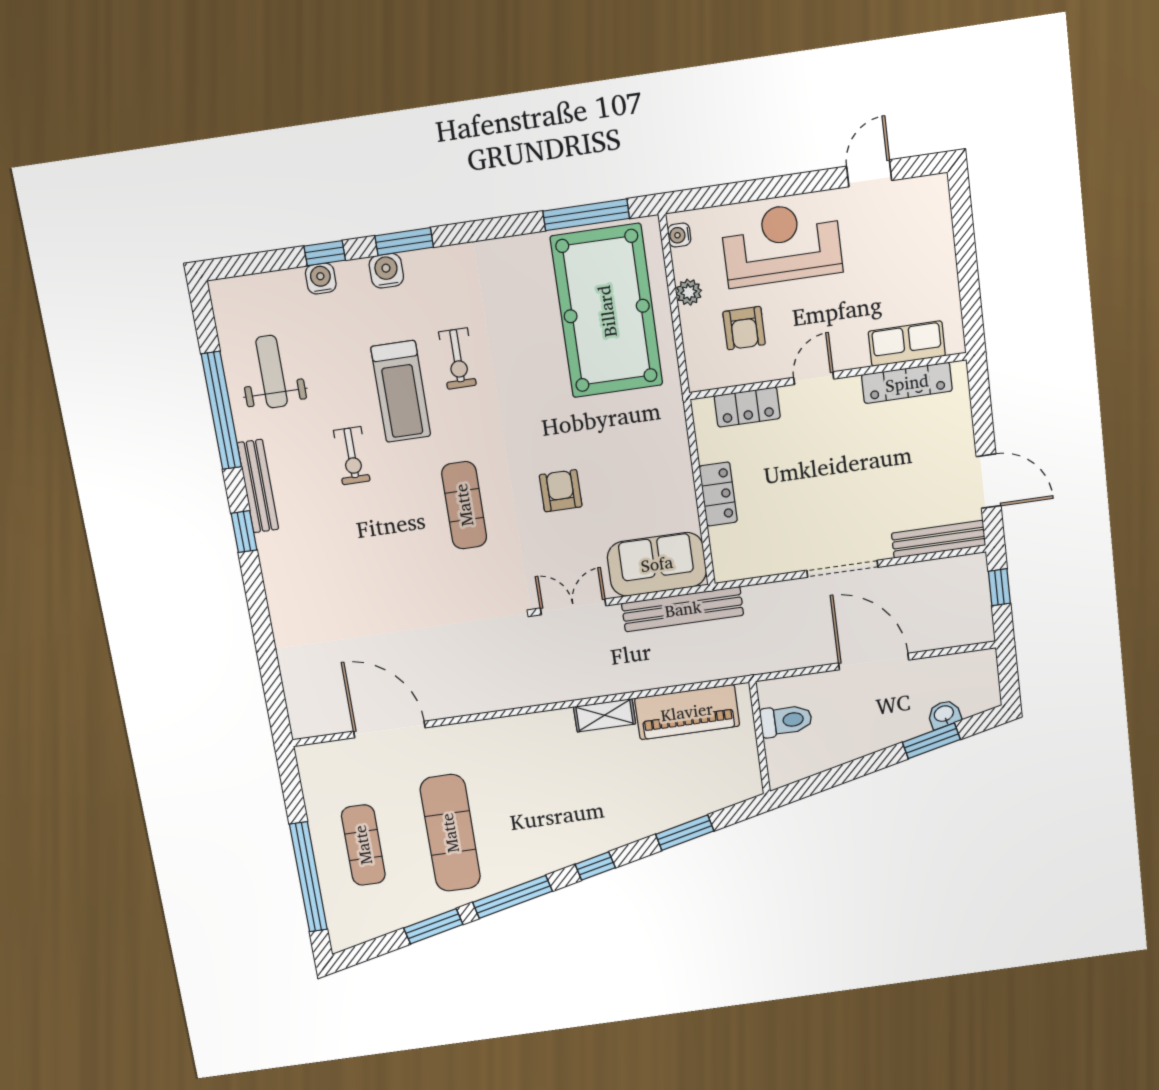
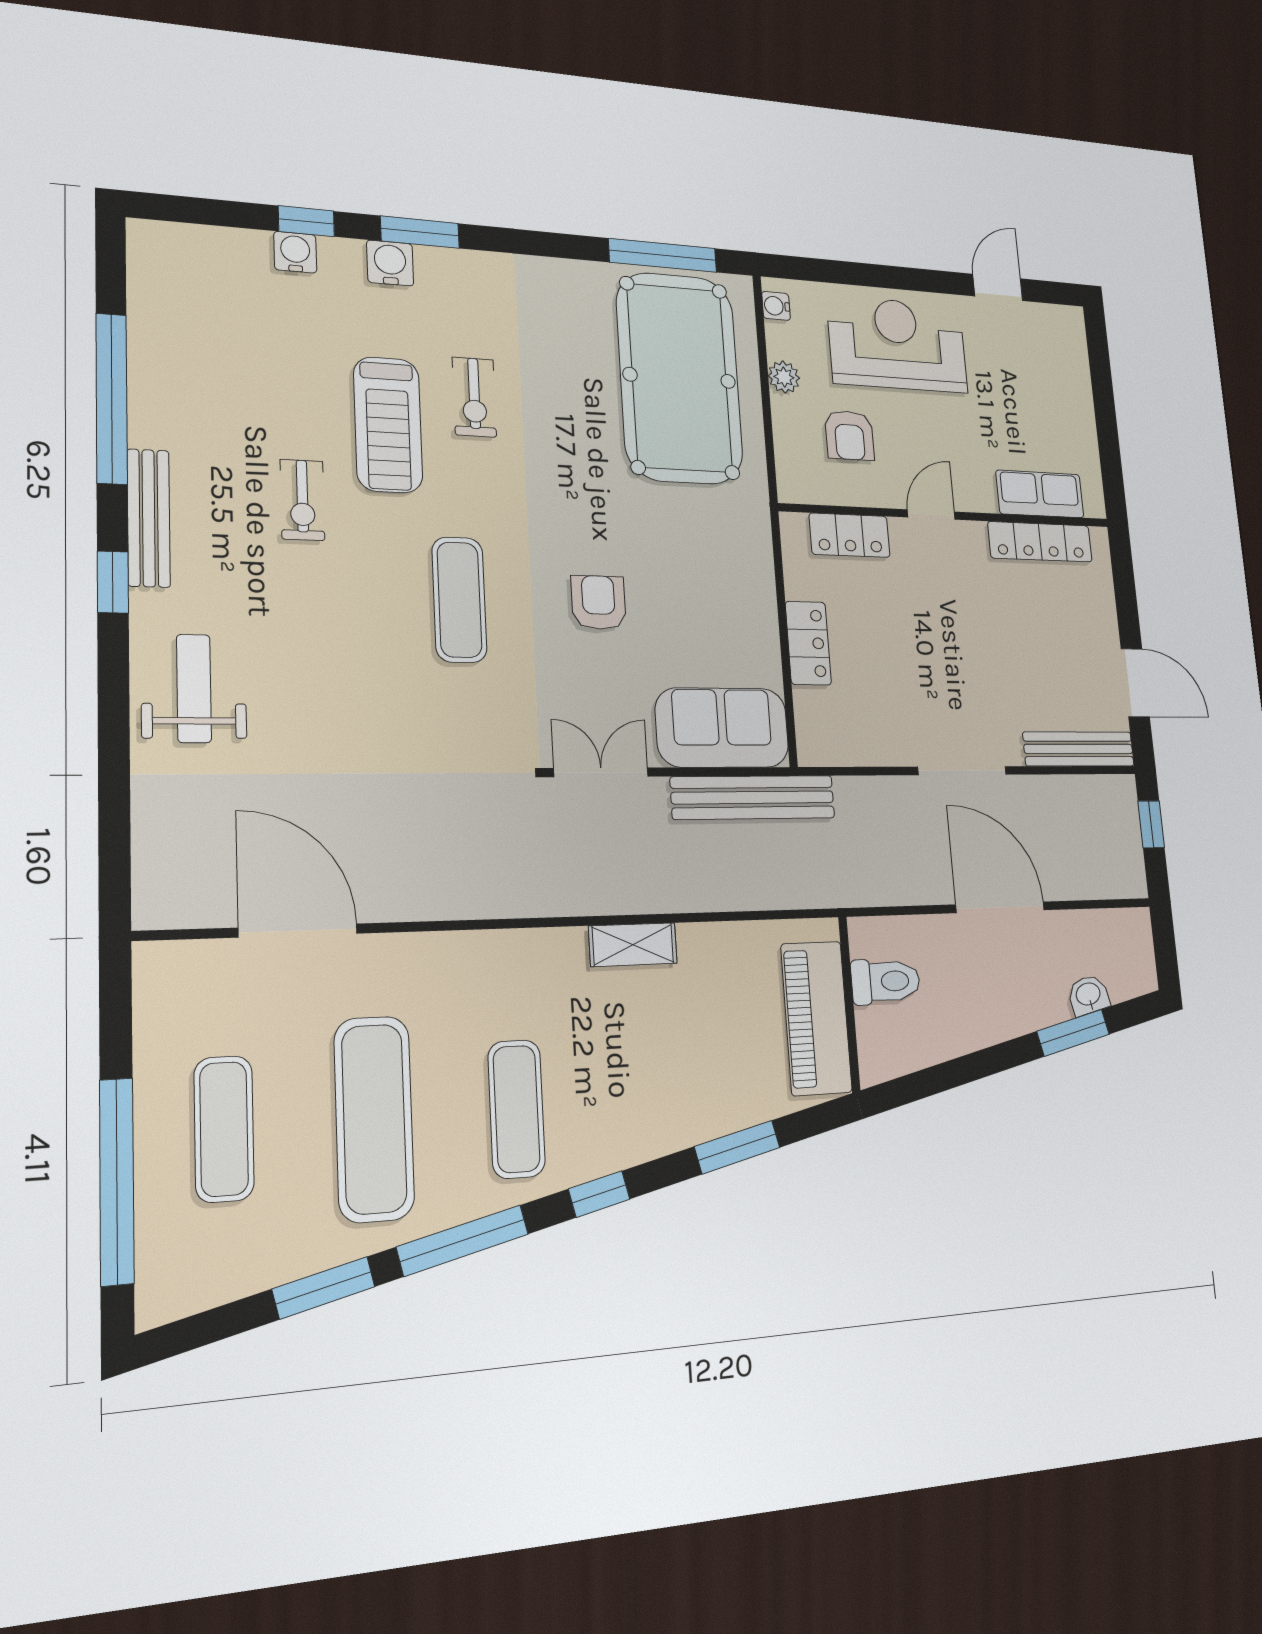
weight bench: (272, 372) -> (194, 688), moved
piano: (687, 712) -> (816, 1018), moved, turned 90
exercise mat: (537, 821) -> (516, 1109), added

